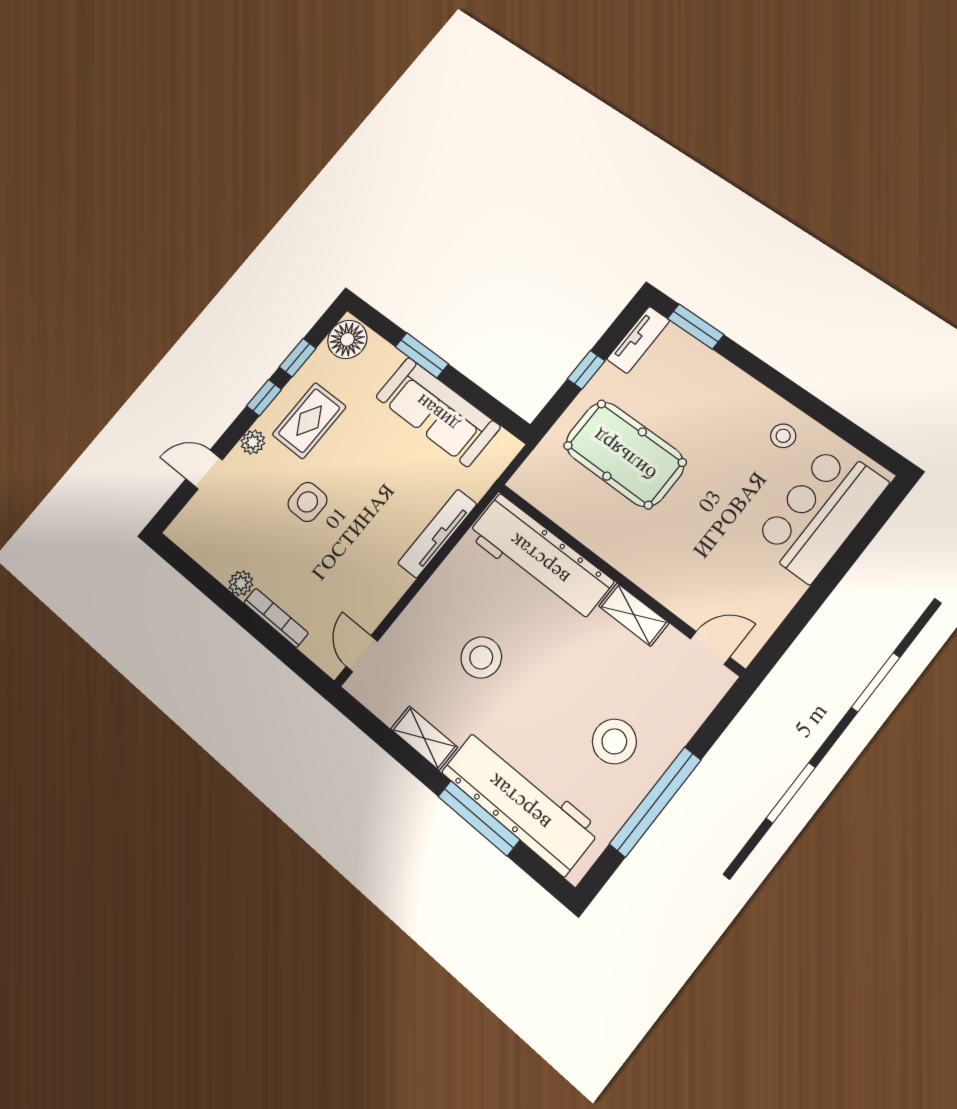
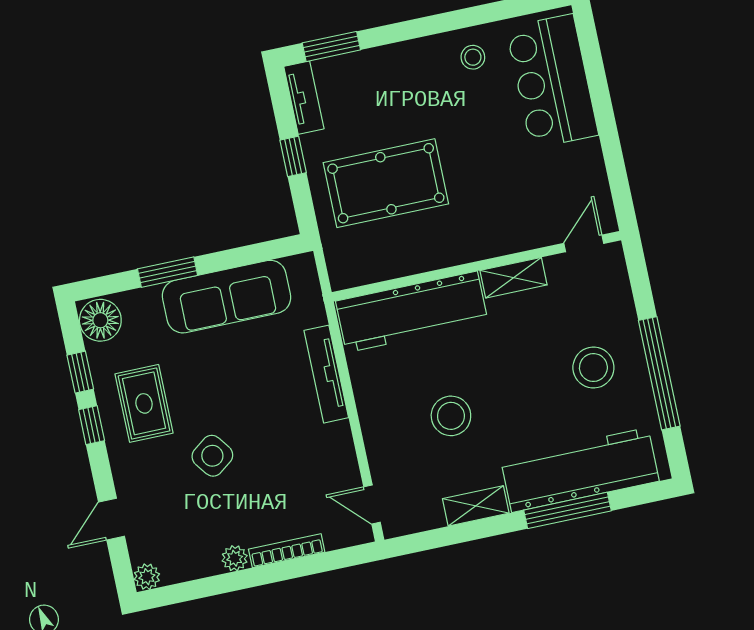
plant: (253, 442) -> (147, 577), moved
side table: (307, 502) -> (212, 456), turned -37

